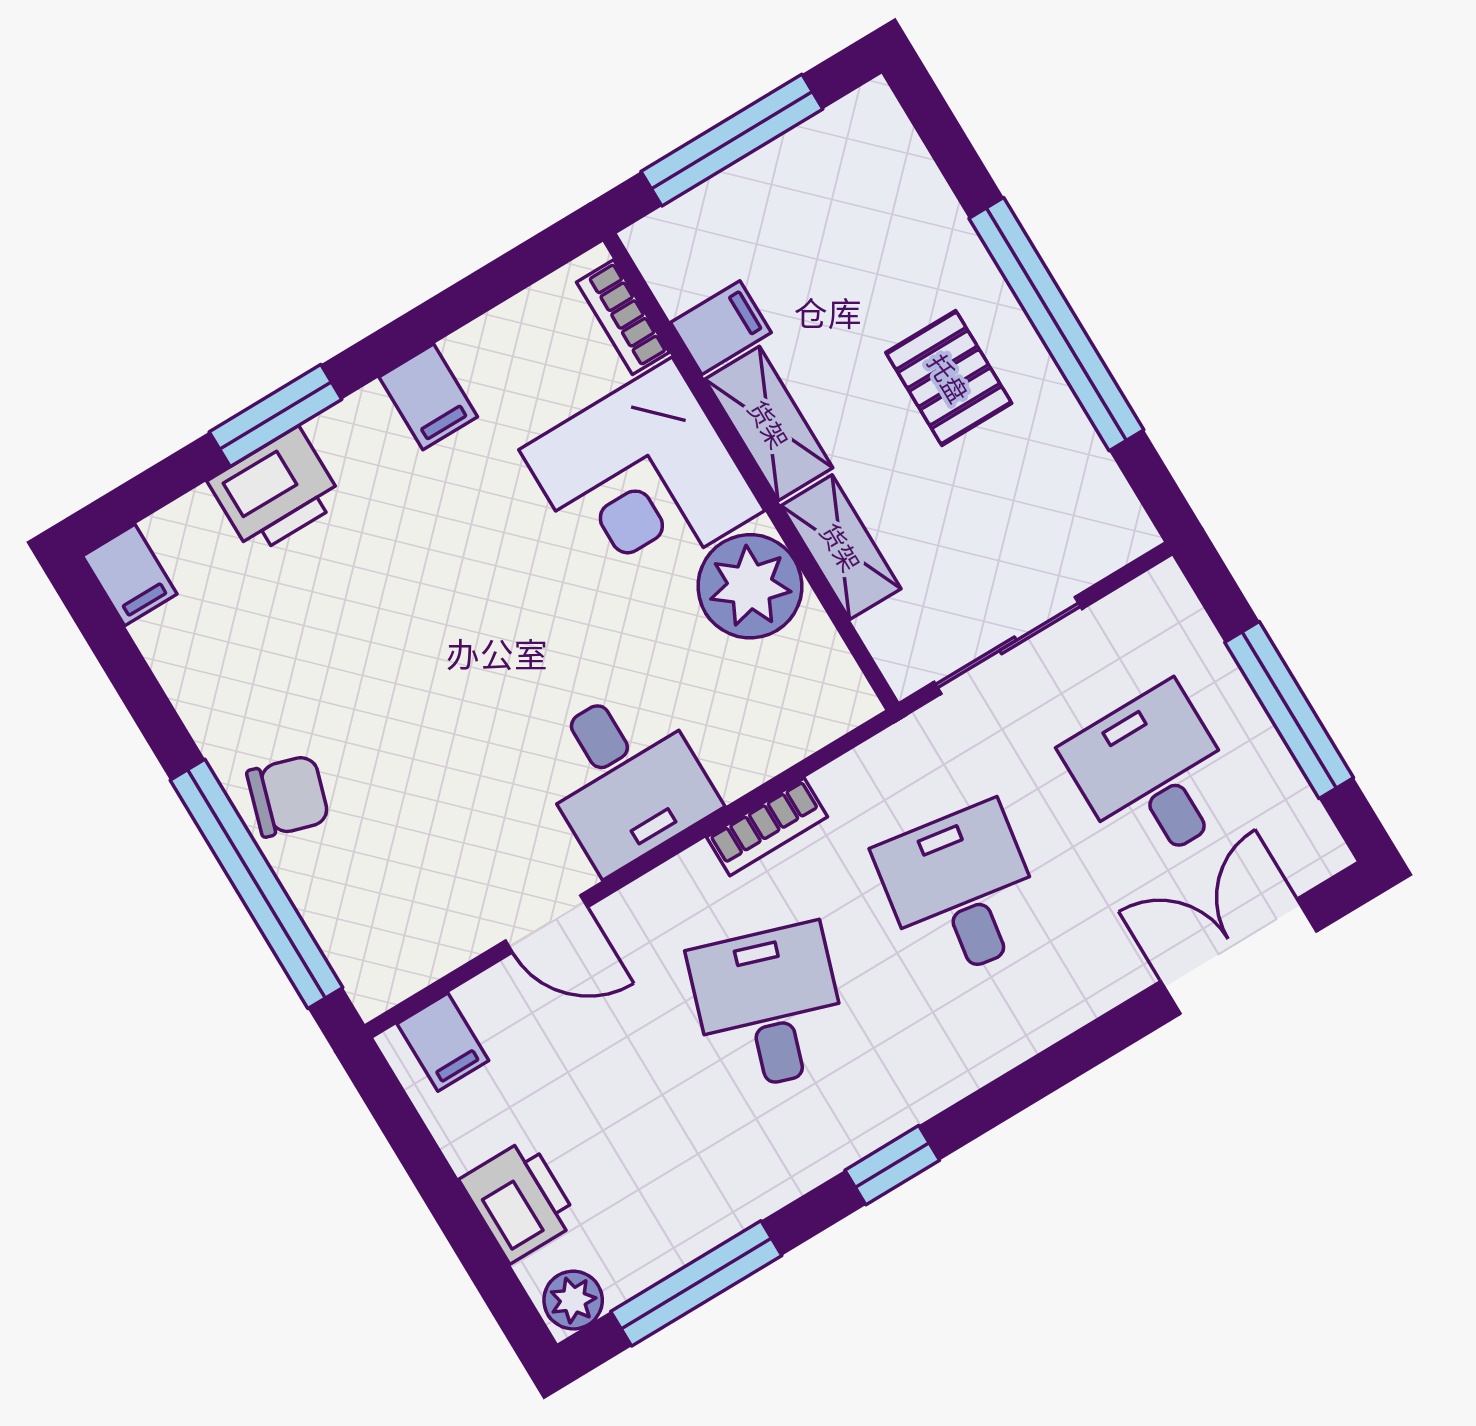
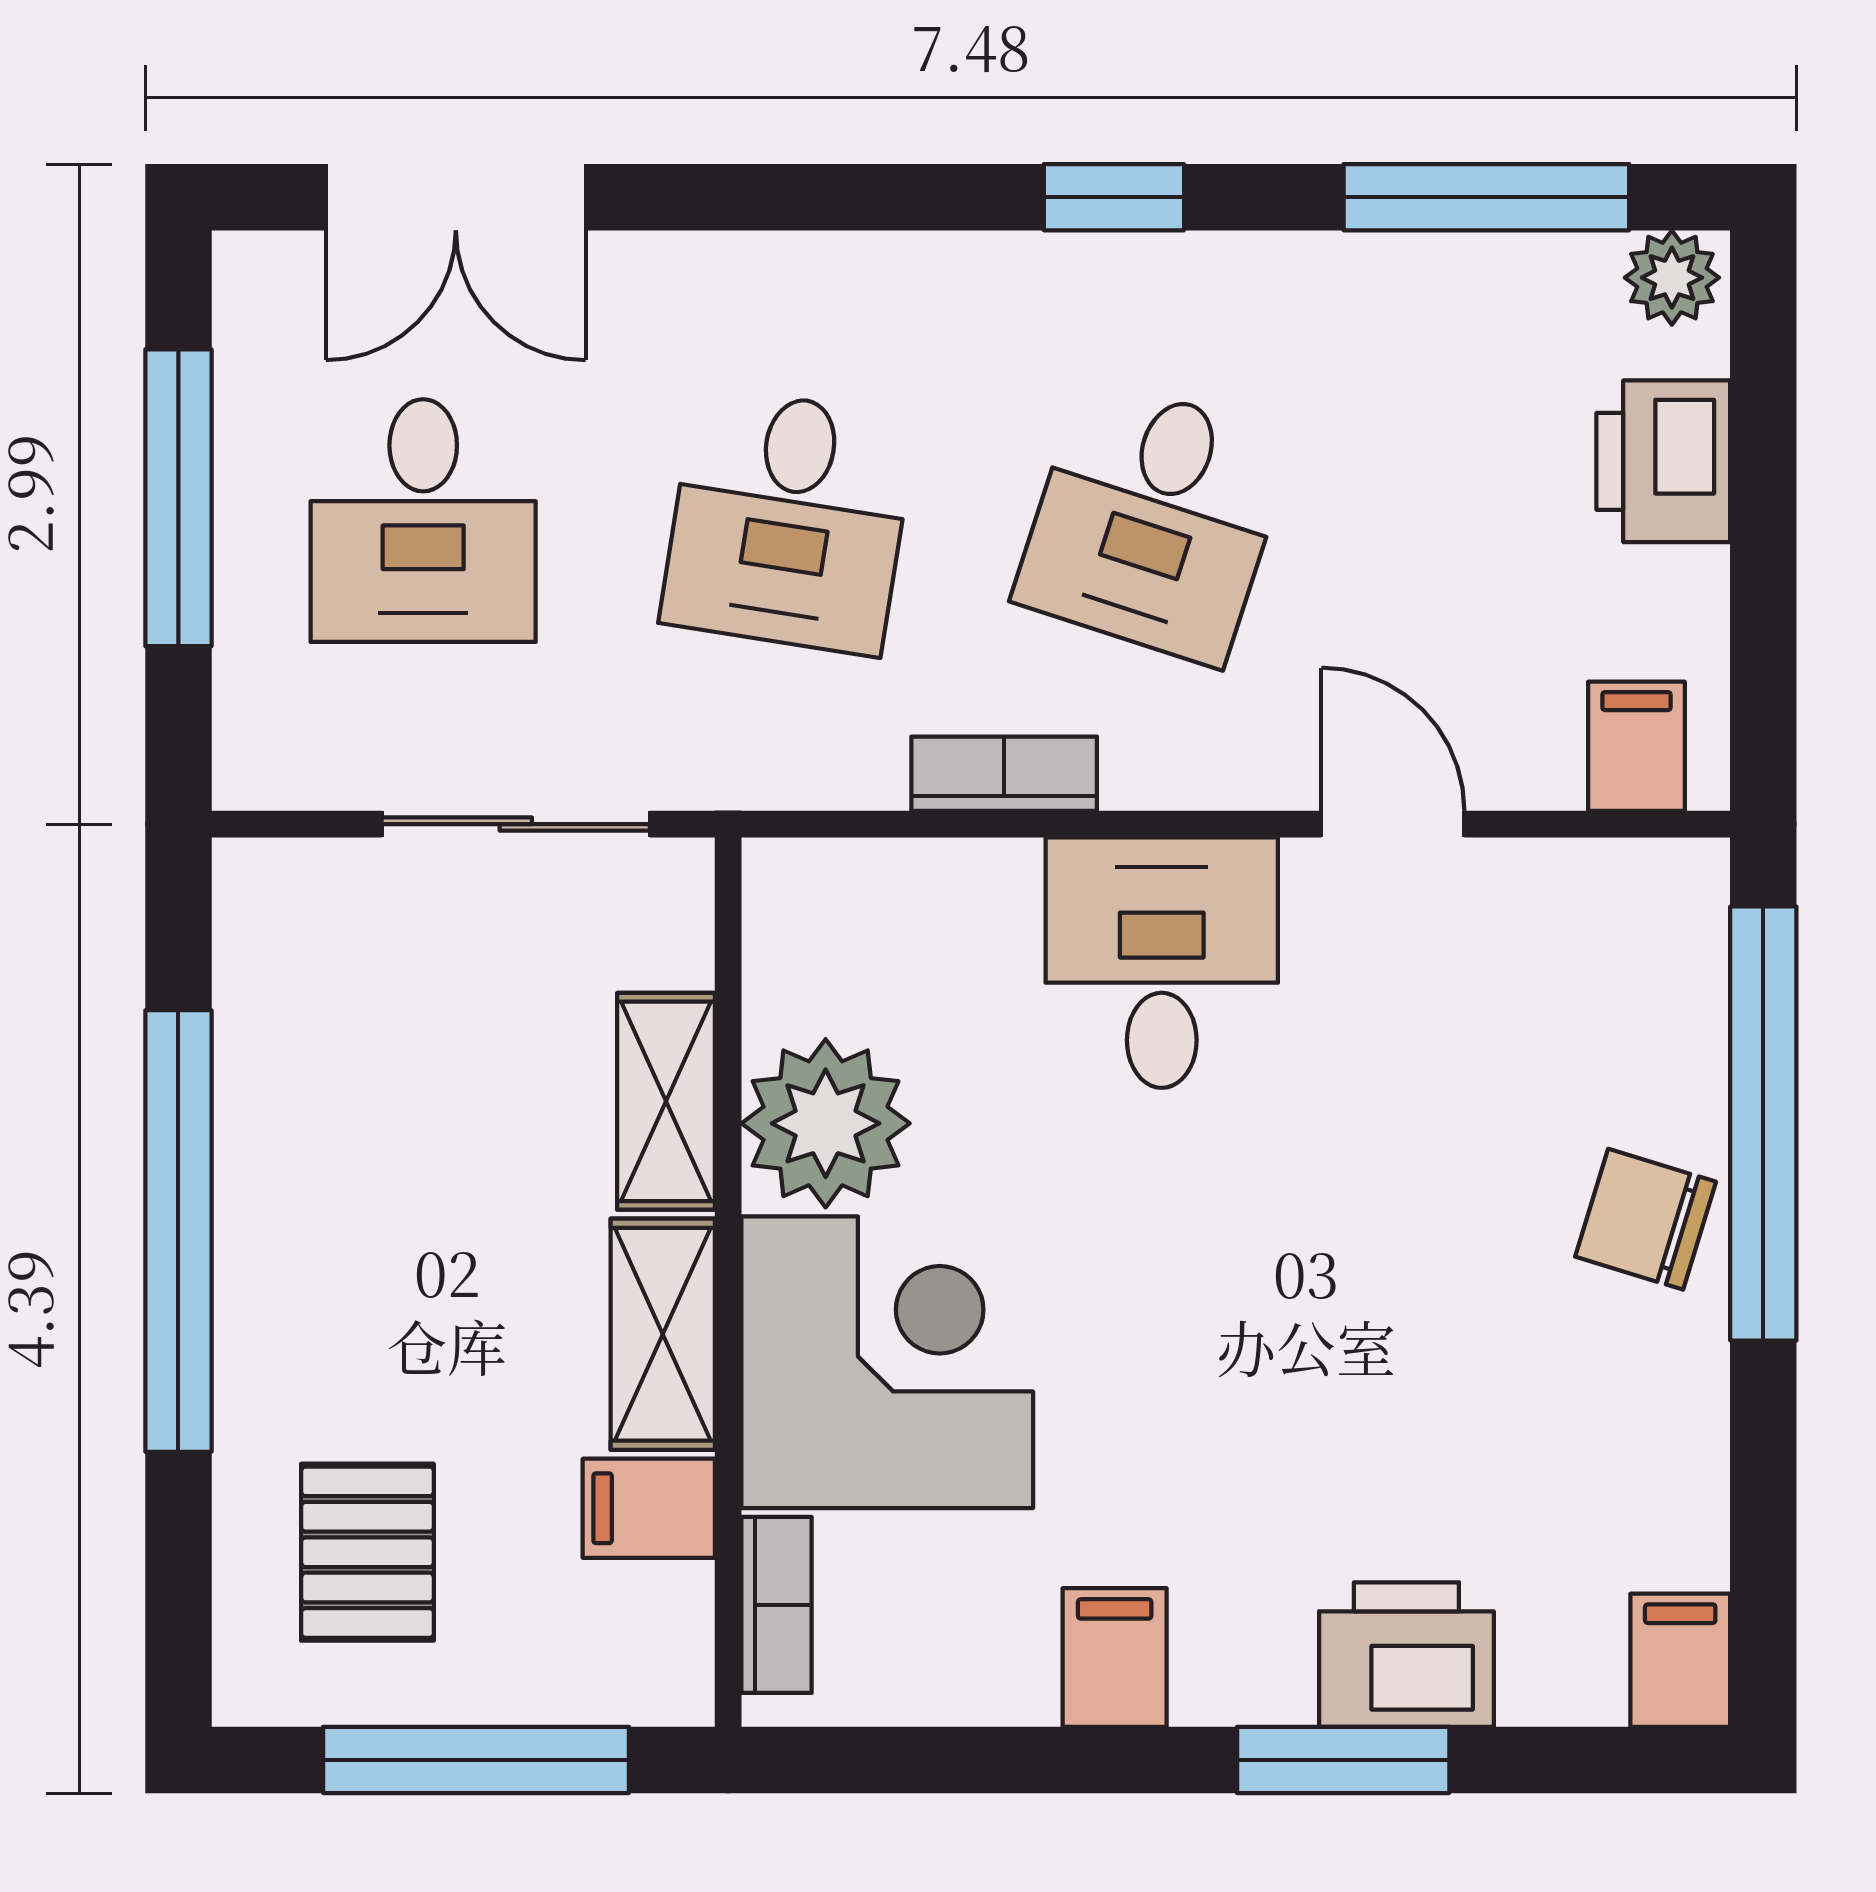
pallet: (949, 378) -> (367, 1552), moved

